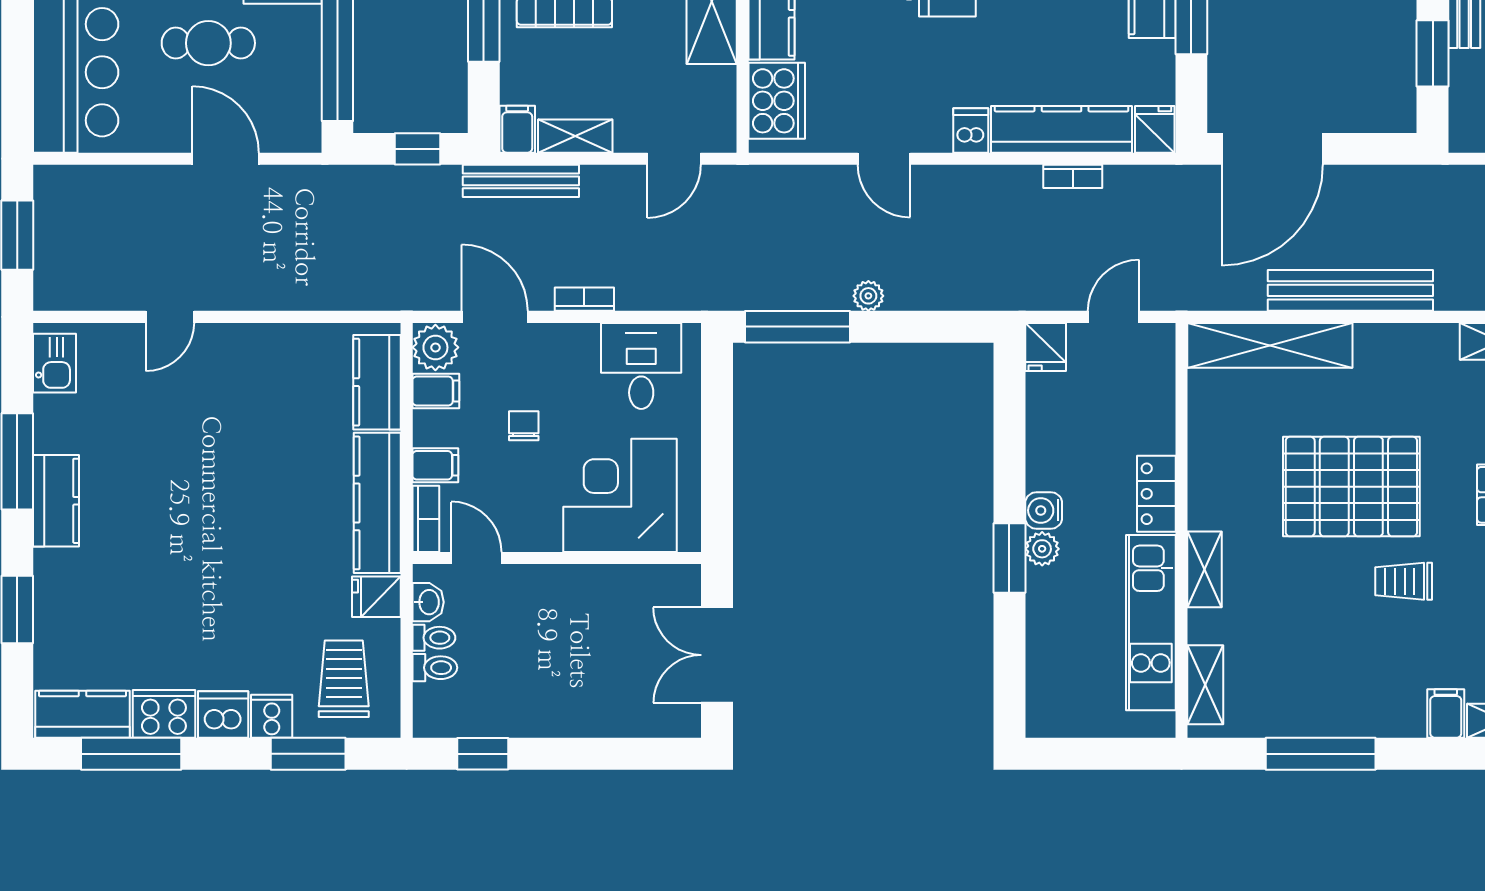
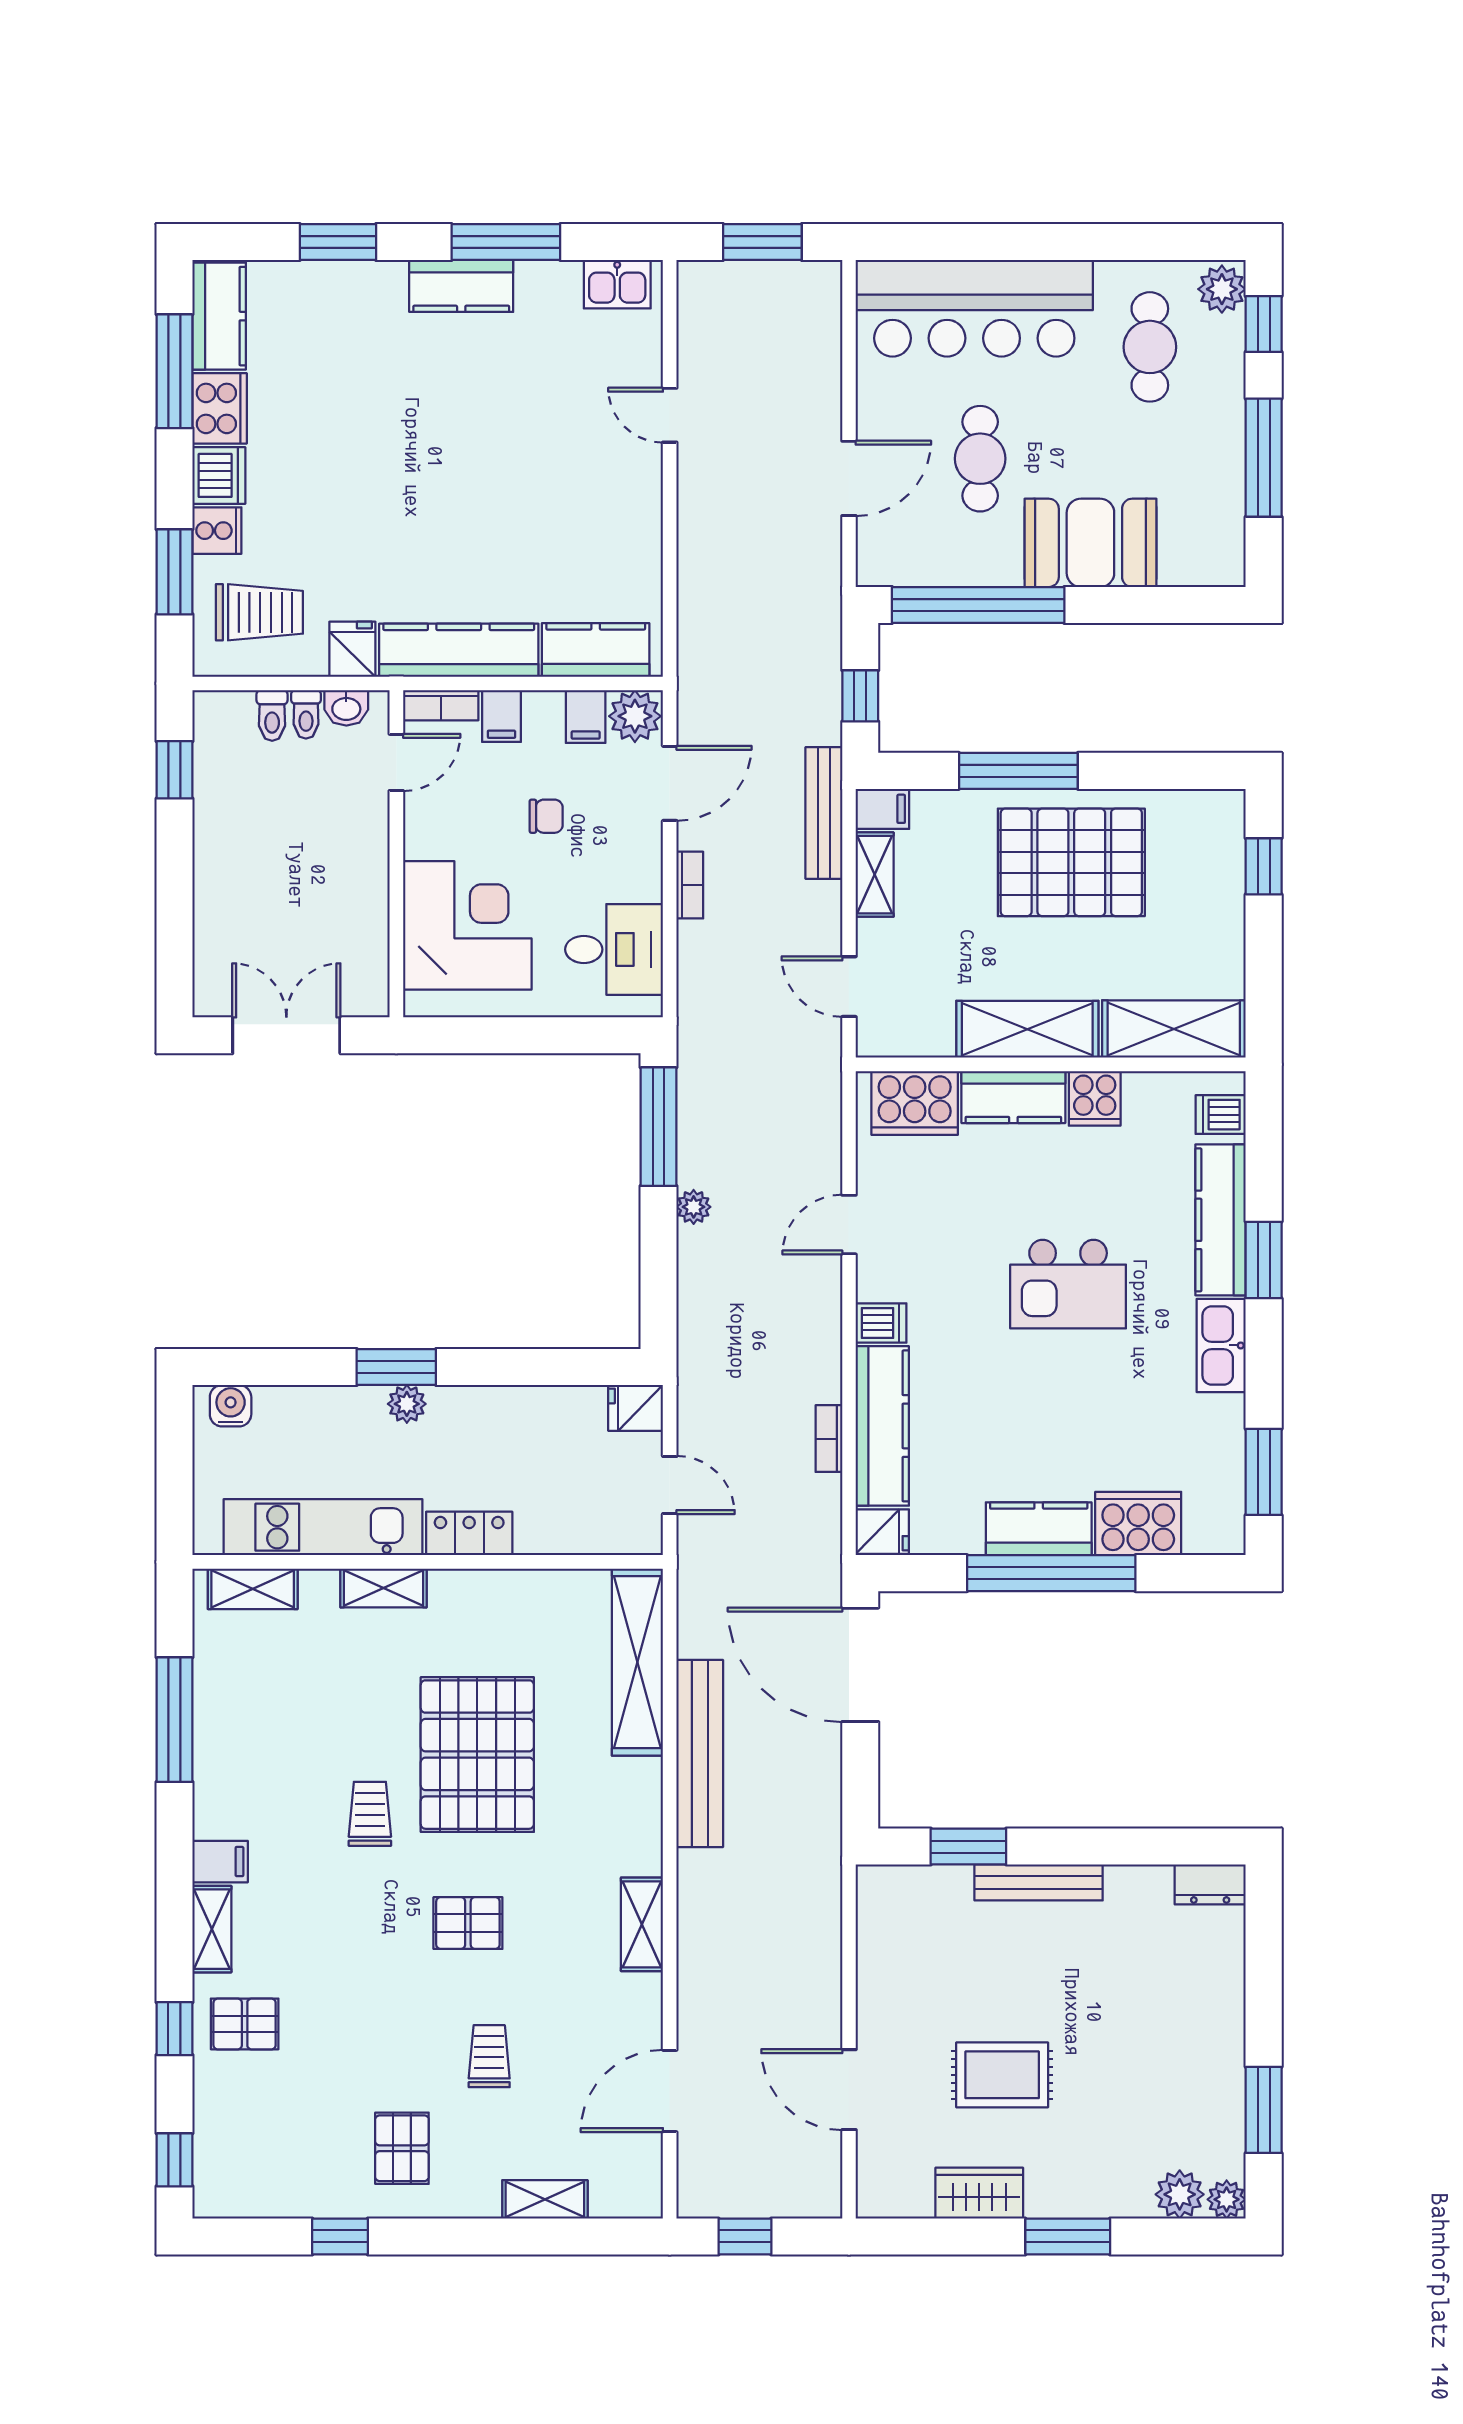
water cooler: (1044, 510) -> (231, 1406), moved

